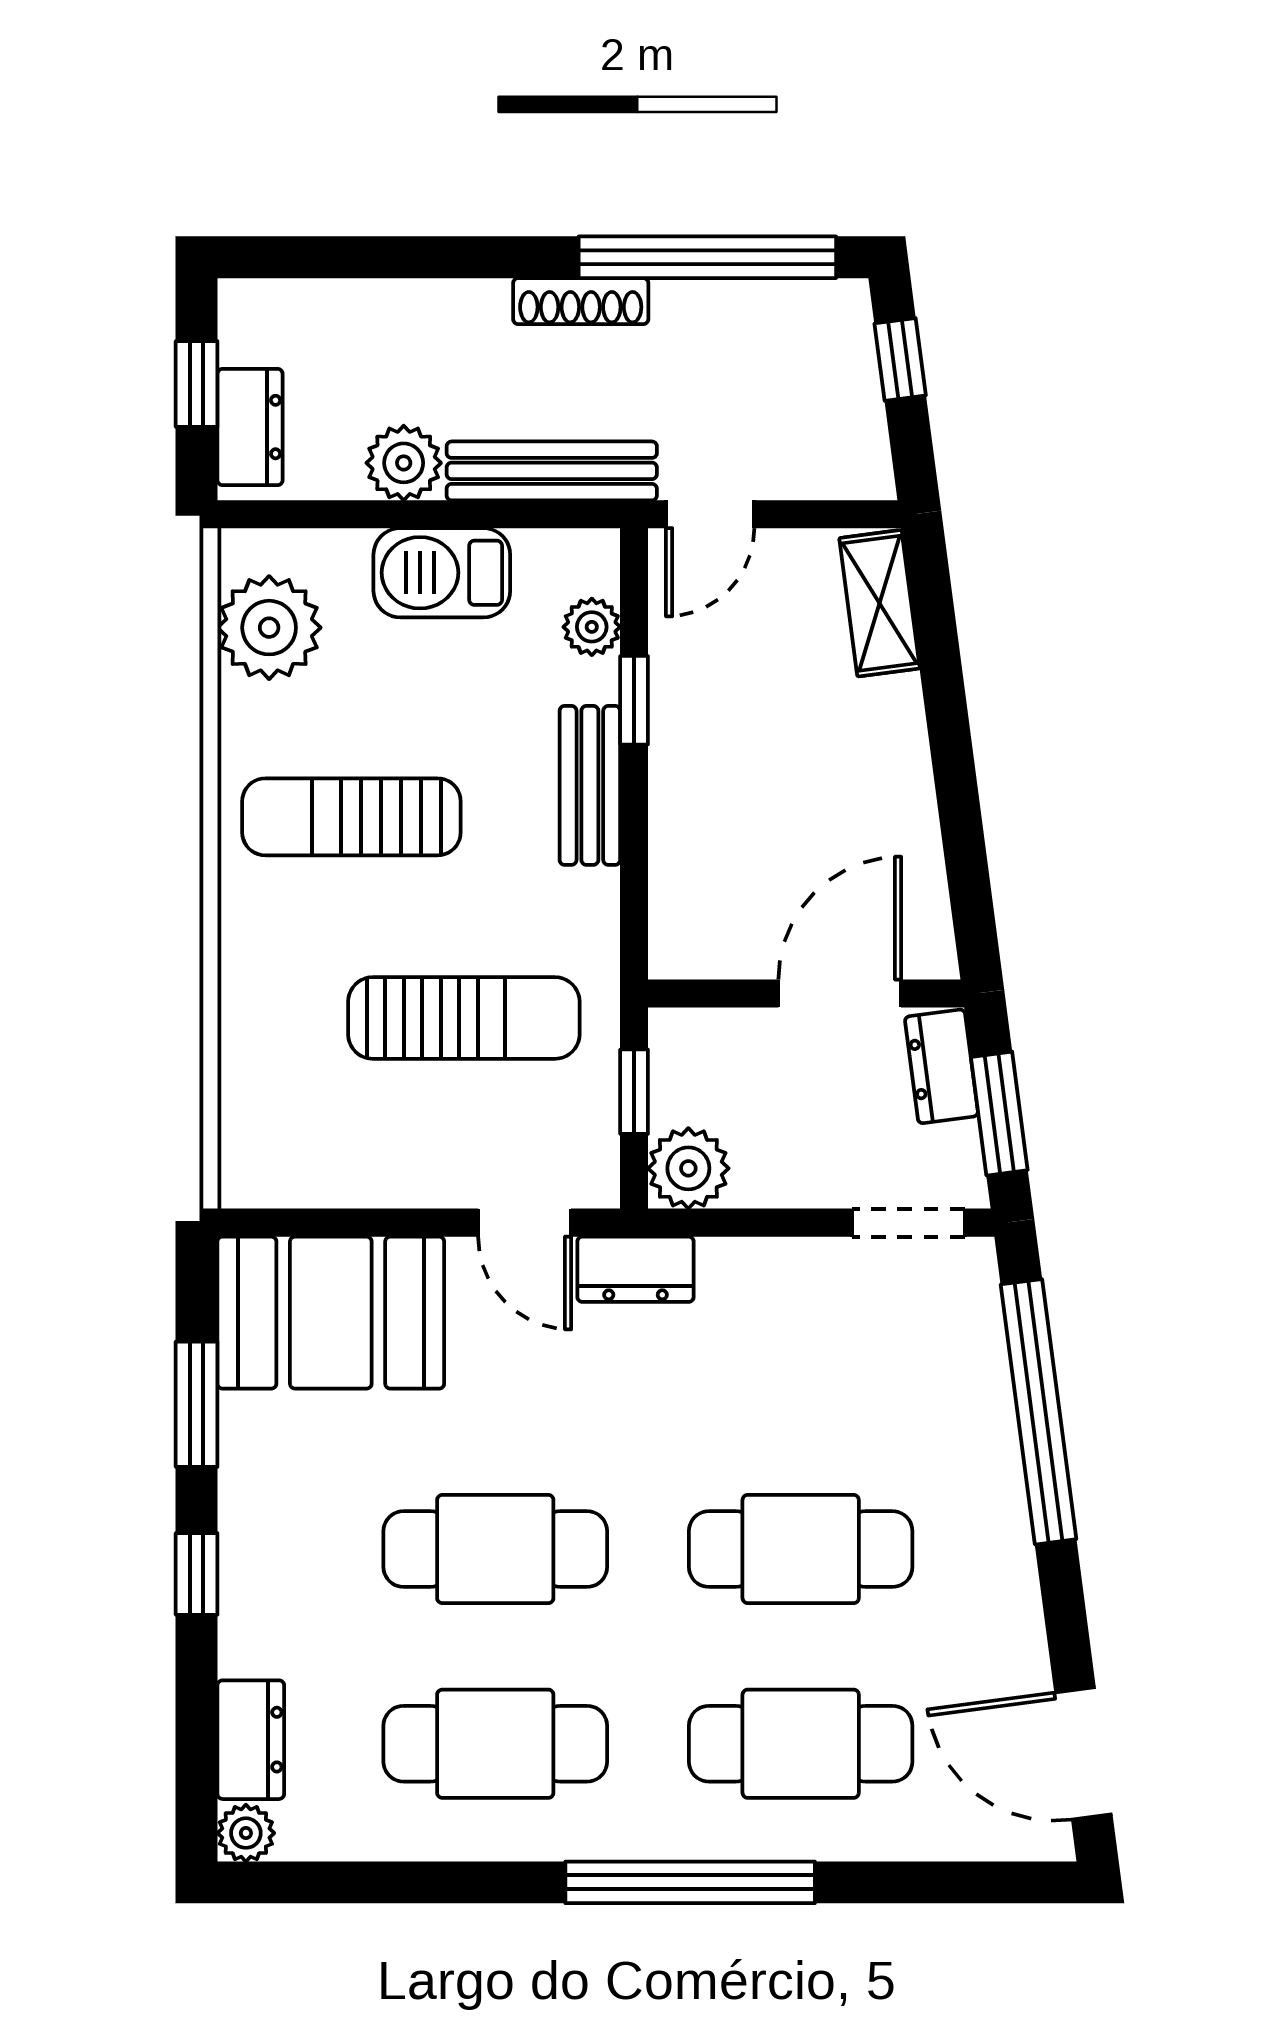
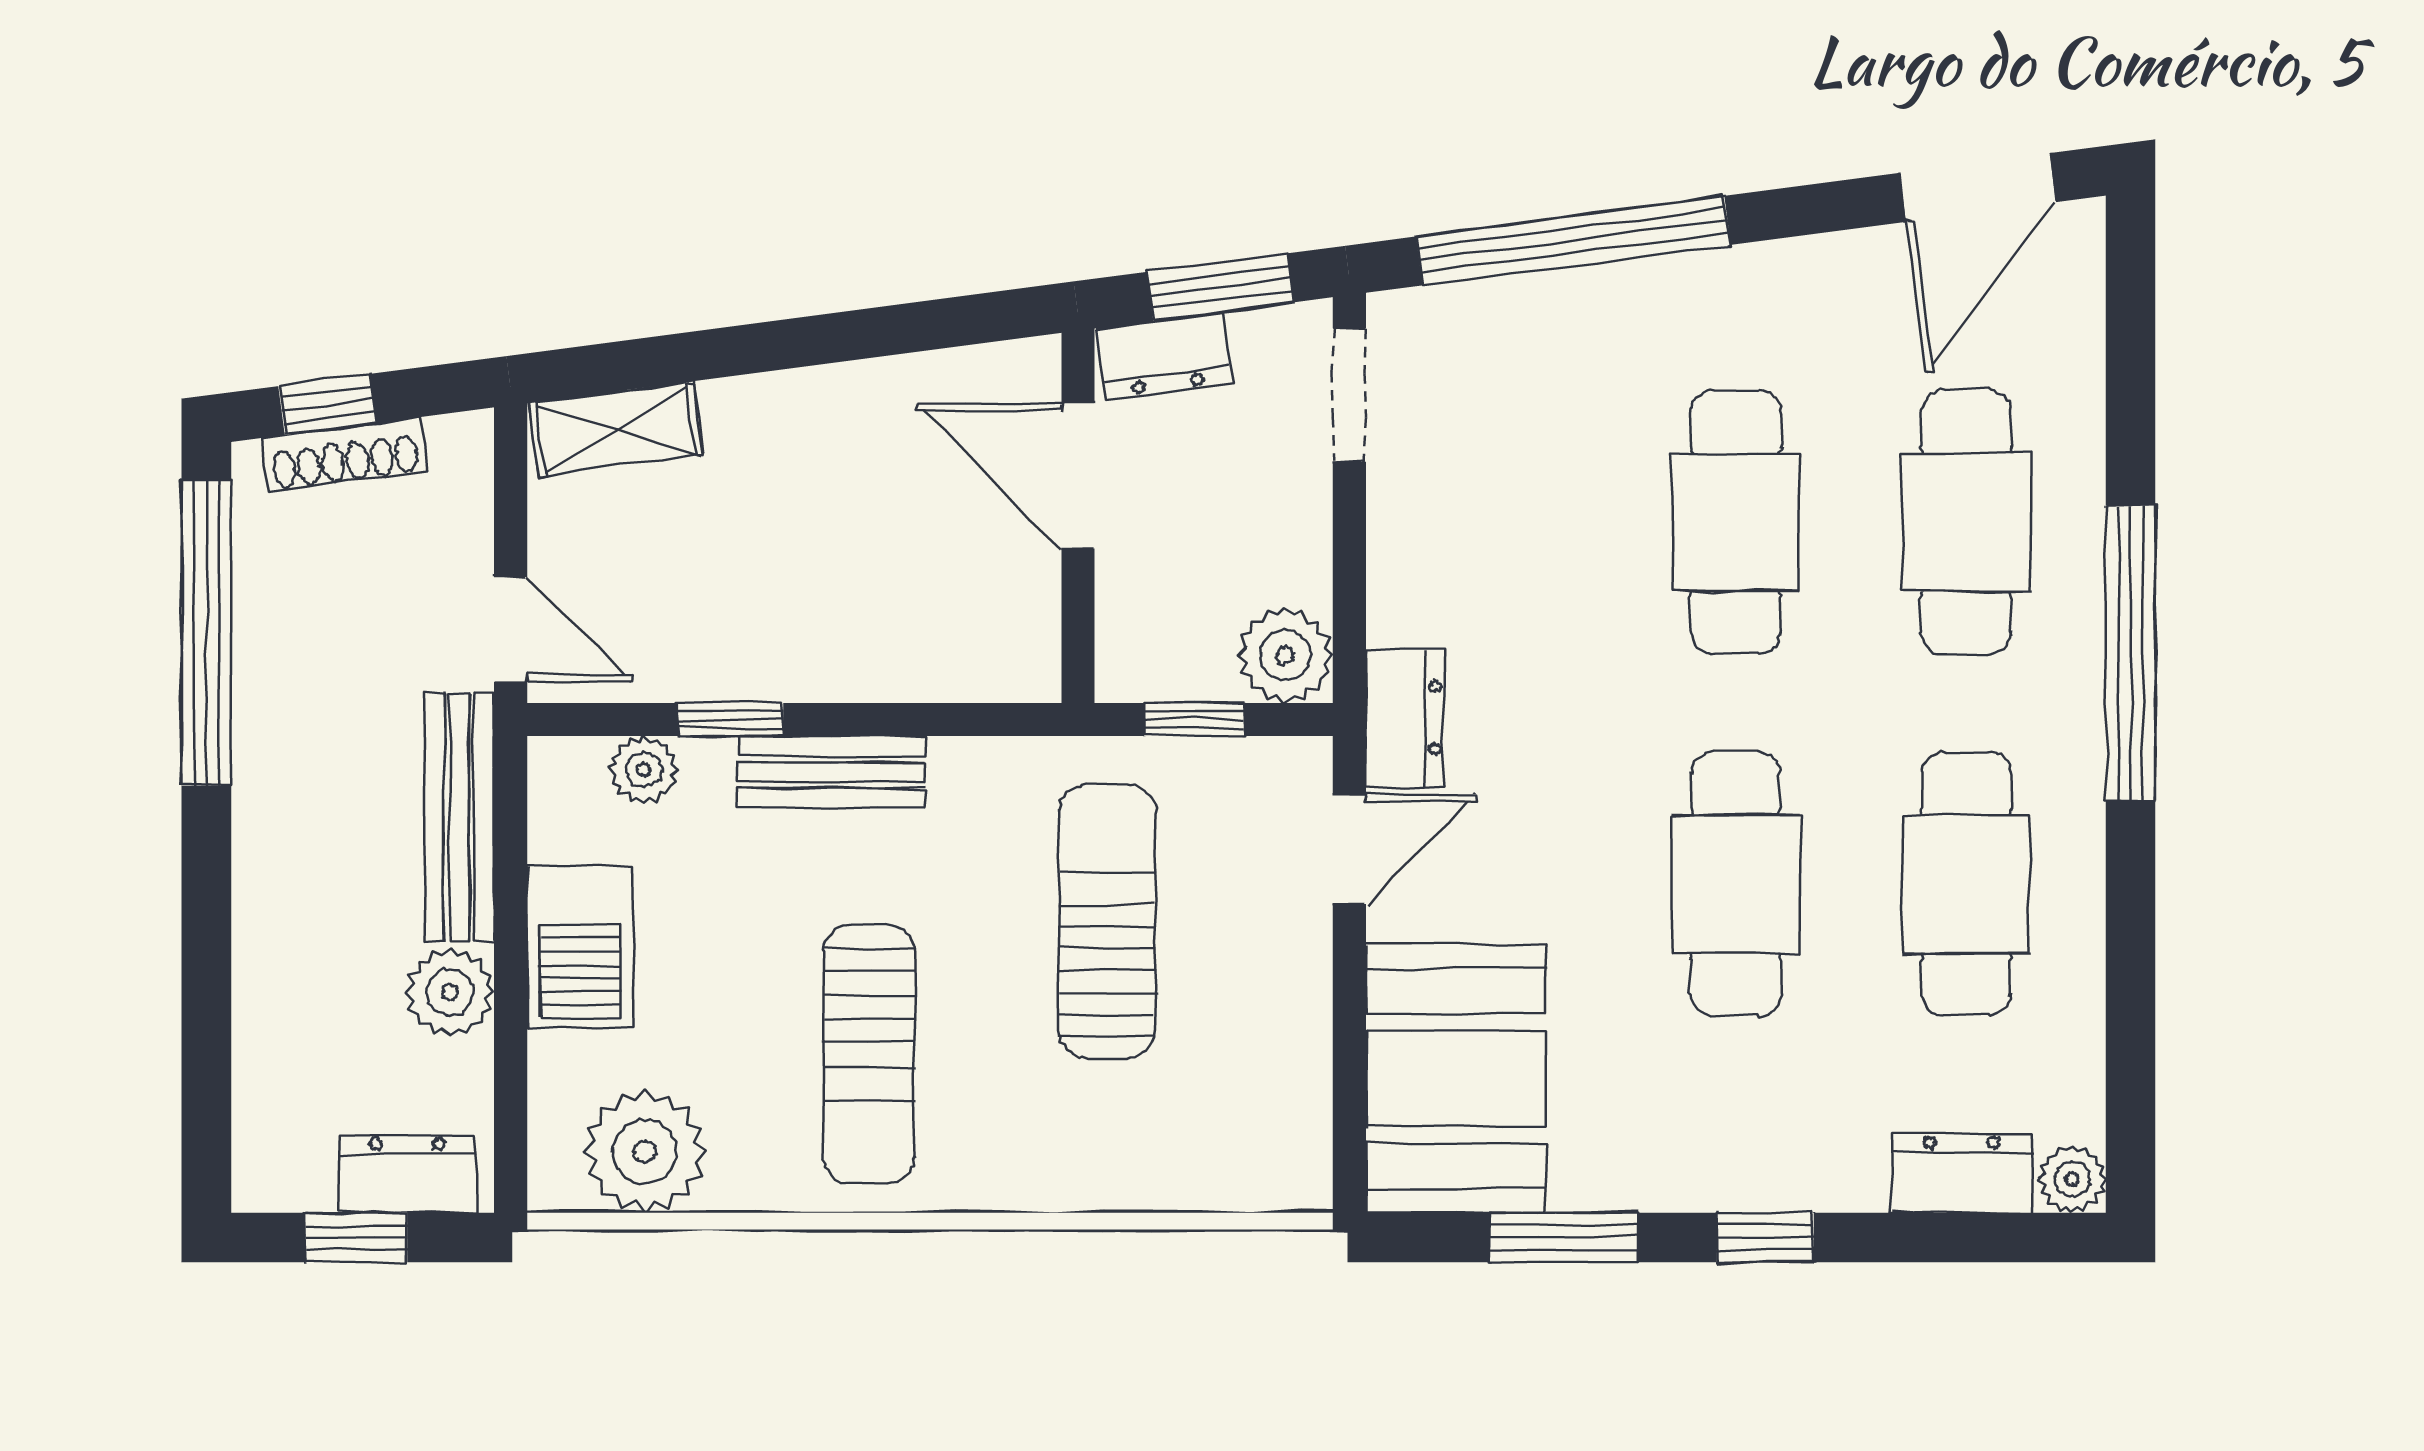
shoe rack: (581, 301) -> (344, 455), moved, turned 83

